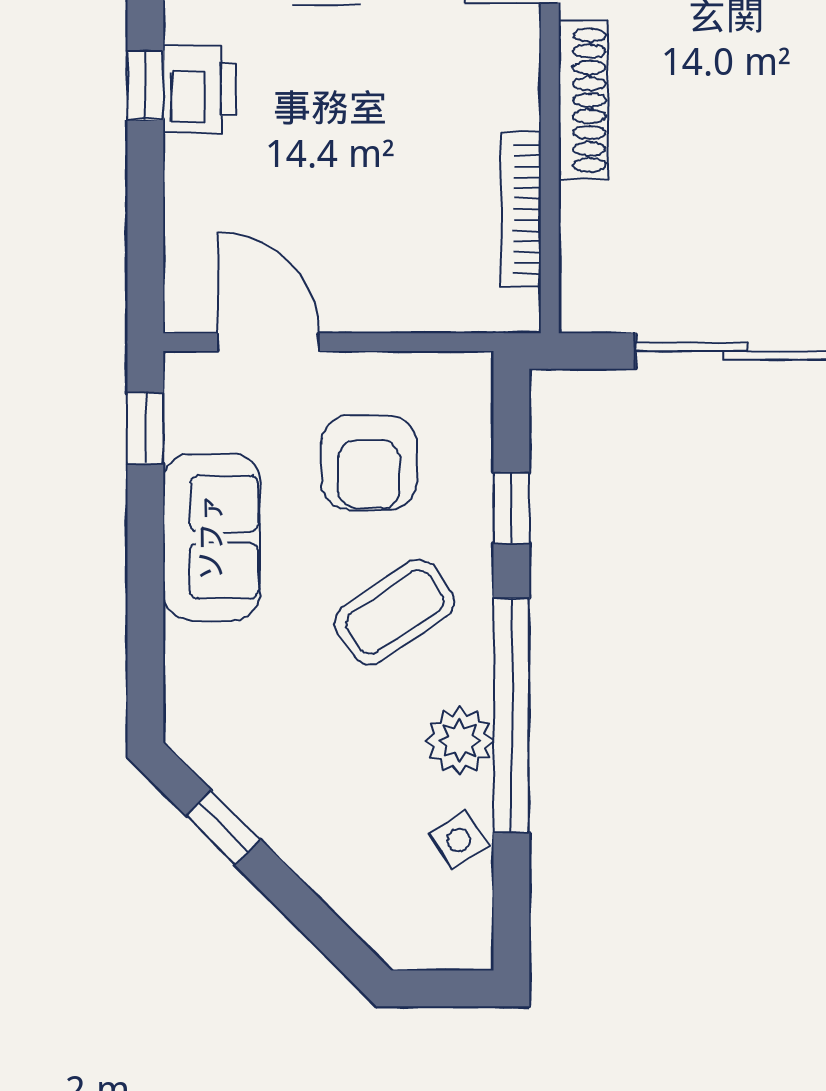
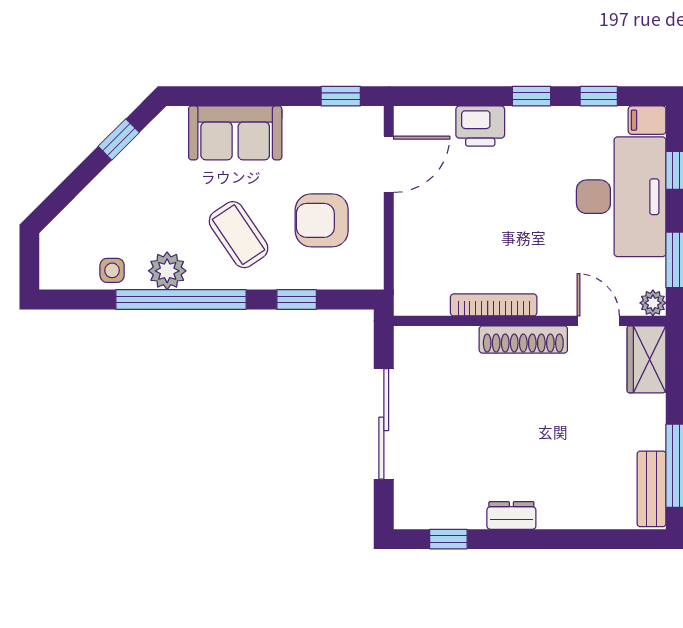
printer: (199, 89) -> (480, 126), moved
bookcase: (521, 209) -> (494, 305), moved
sofa: (211, 537) -> (235, 133), moved
side table: (459, 840) -> (112, 270), turned 32

